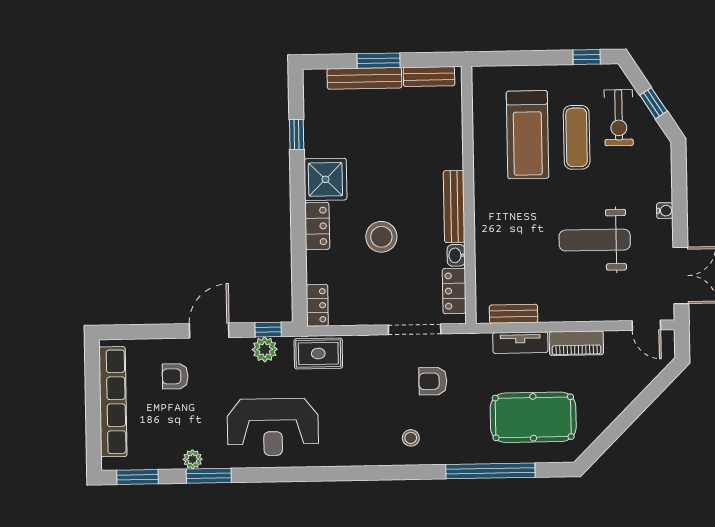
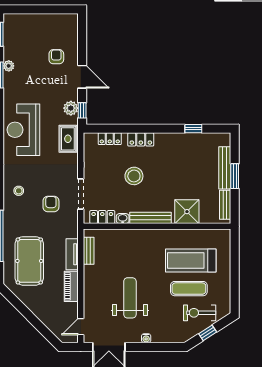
window: (587, 57) -> (235, 295), removed
shower: (325, 179) -> (187, 212), moved
locker: (317, 305) -> (110, 139), moved
row of seats: (113, 402) -> (42, 21), removed
reception desk: (273, 427) -> (23, 130), moved

